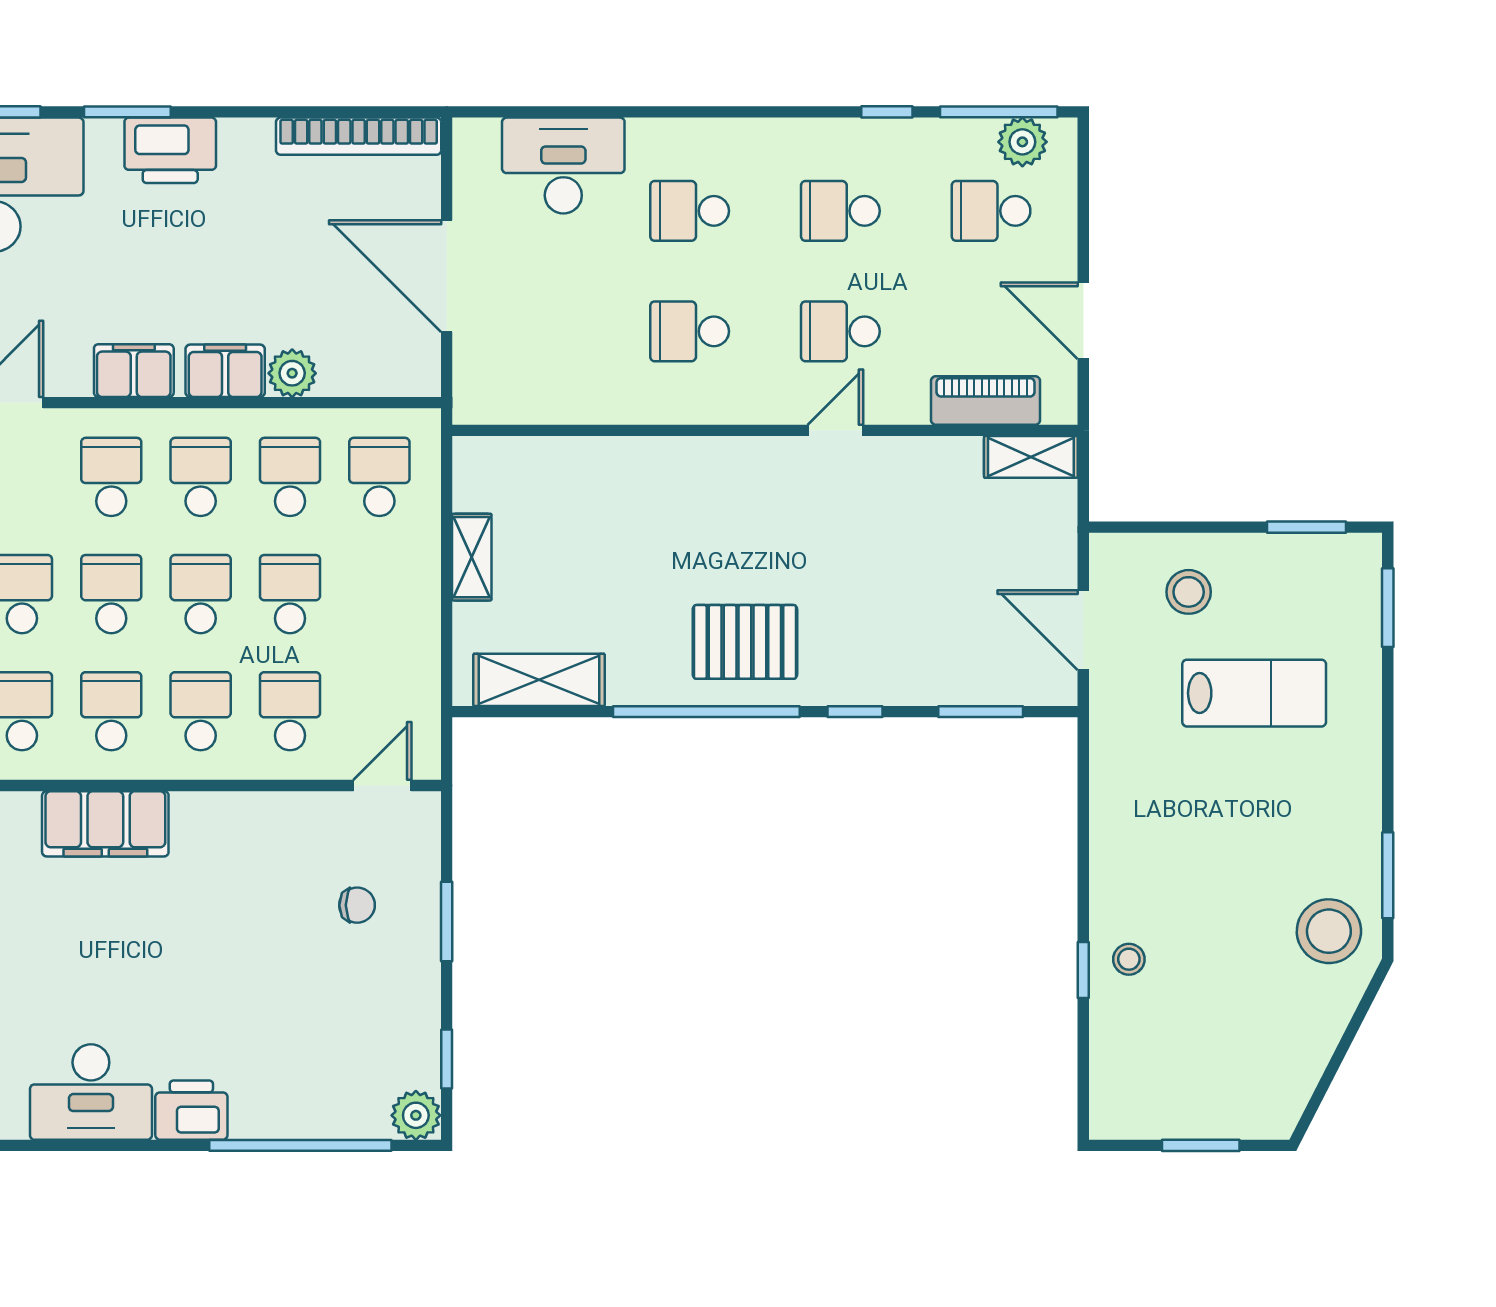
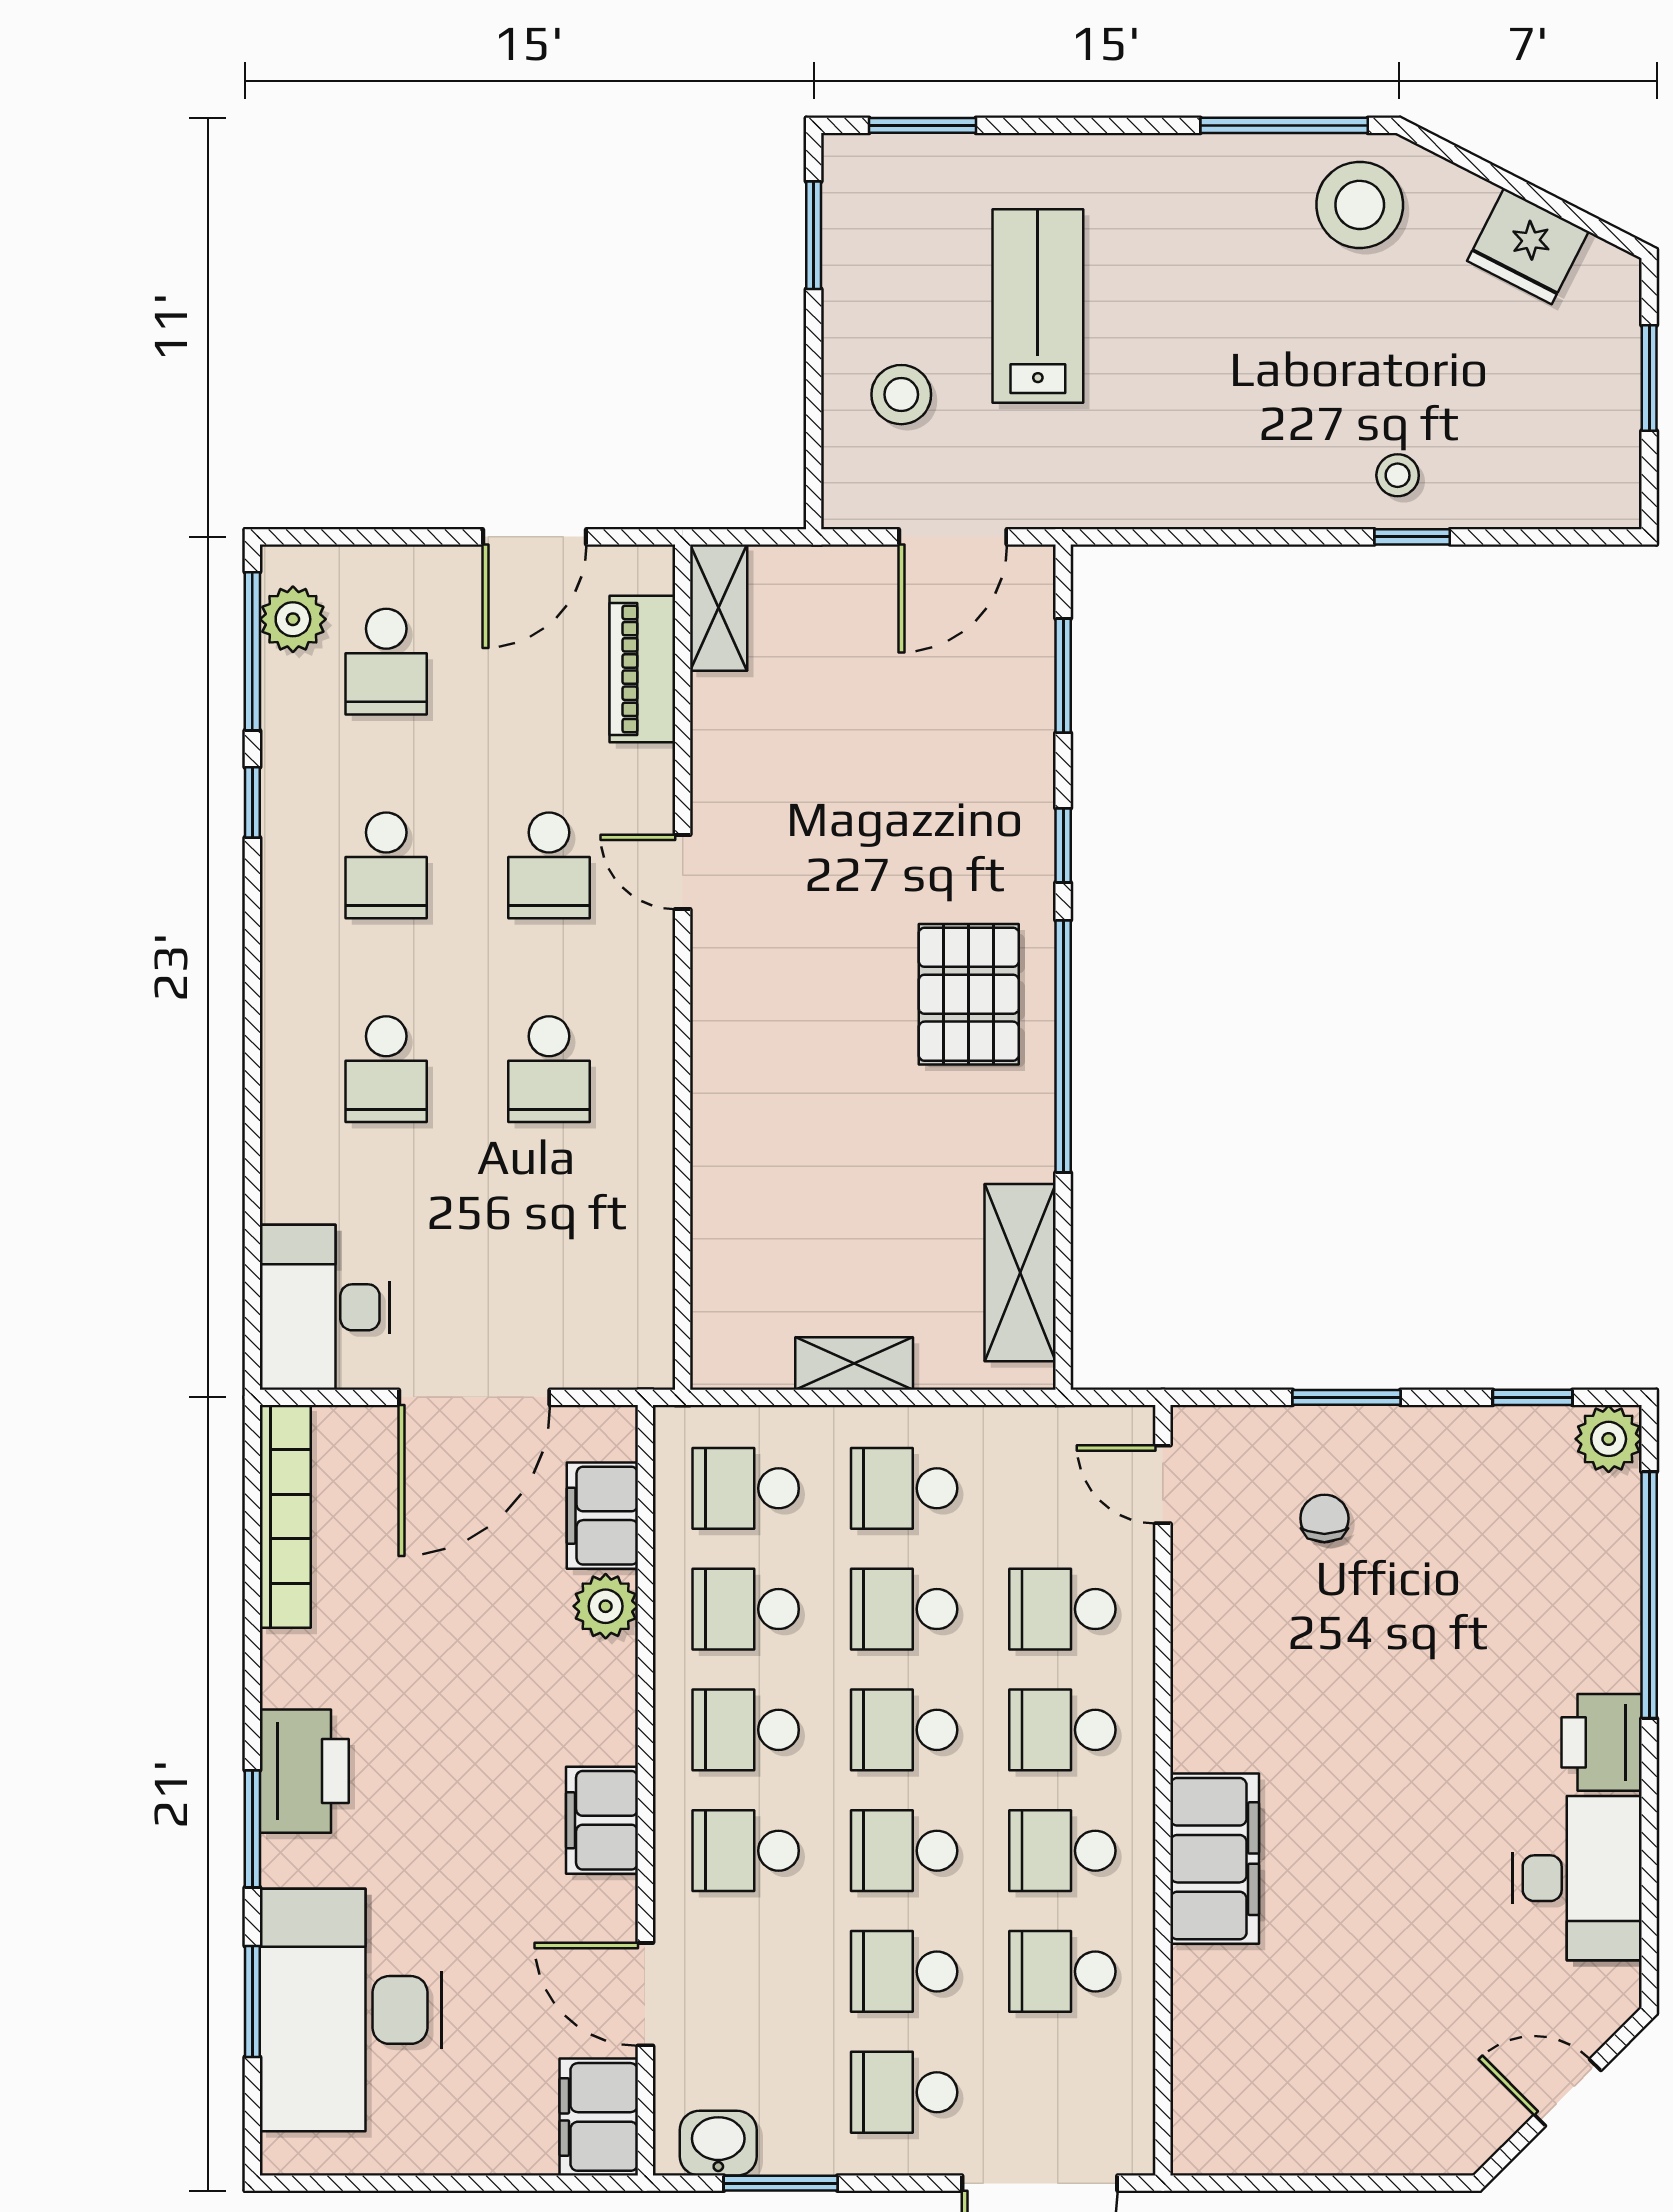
desk: (563, 166) -> (325, 1307), moved
filing cabinet: (225, 371) -> (602, 1516), moved
school desk: (379, 594) -> (904, 1488), added
window: (1388, 875) -> (1284, 125), width x1.44
fridge: (1298, 1056) -> (1528, 246), added

